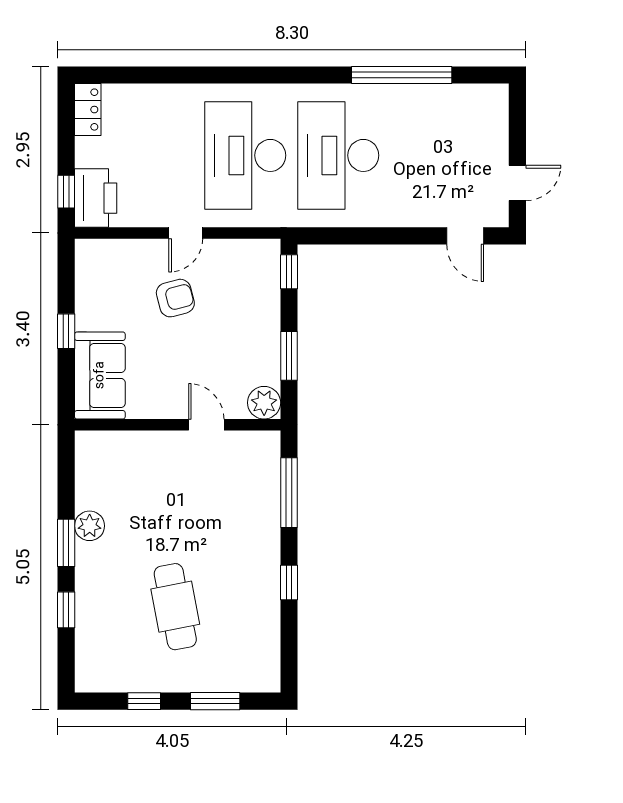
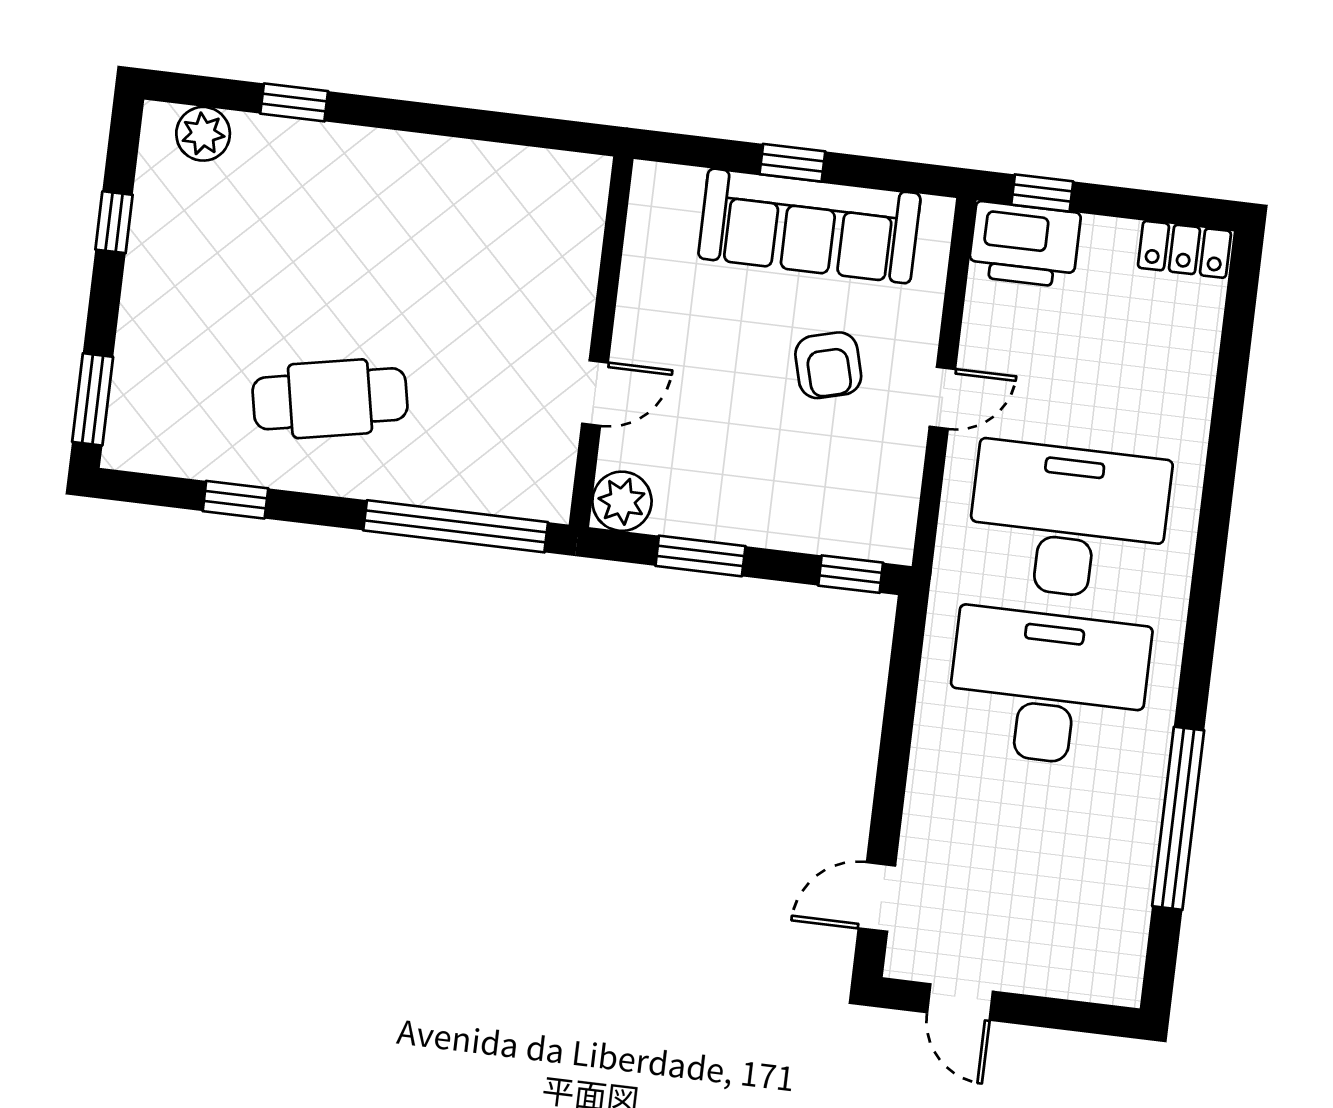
door: (186, 233) -> (942, 398), swing flipped
sofa: (100, 375) -> (809, 226), moved, width x1.36
window: (289, 493) -> (456, 526), width x1.46
plant: (90, 526) -> (203, 134), moved
window: (66, 543) -> (414, 117), removed
window: (289, 583) -> (235, 500), moved
cafe table: (175, 607) -> (330, 399), moved
window: (215, 701) -> (93, 399), moved

